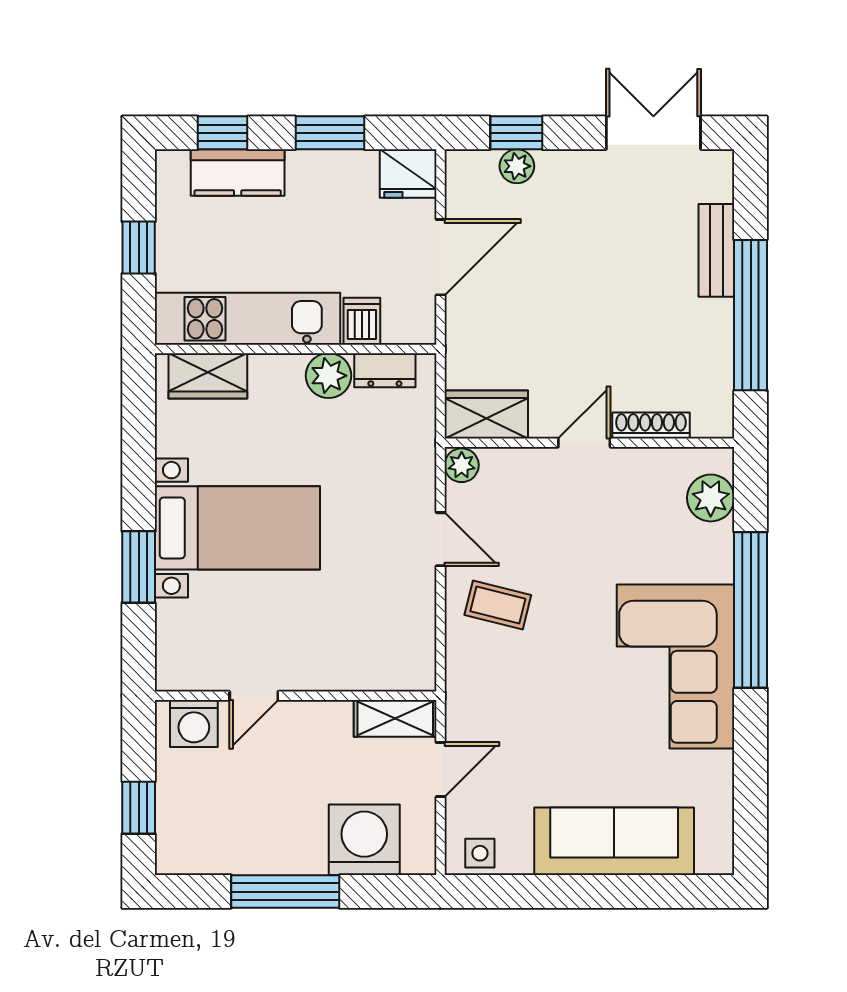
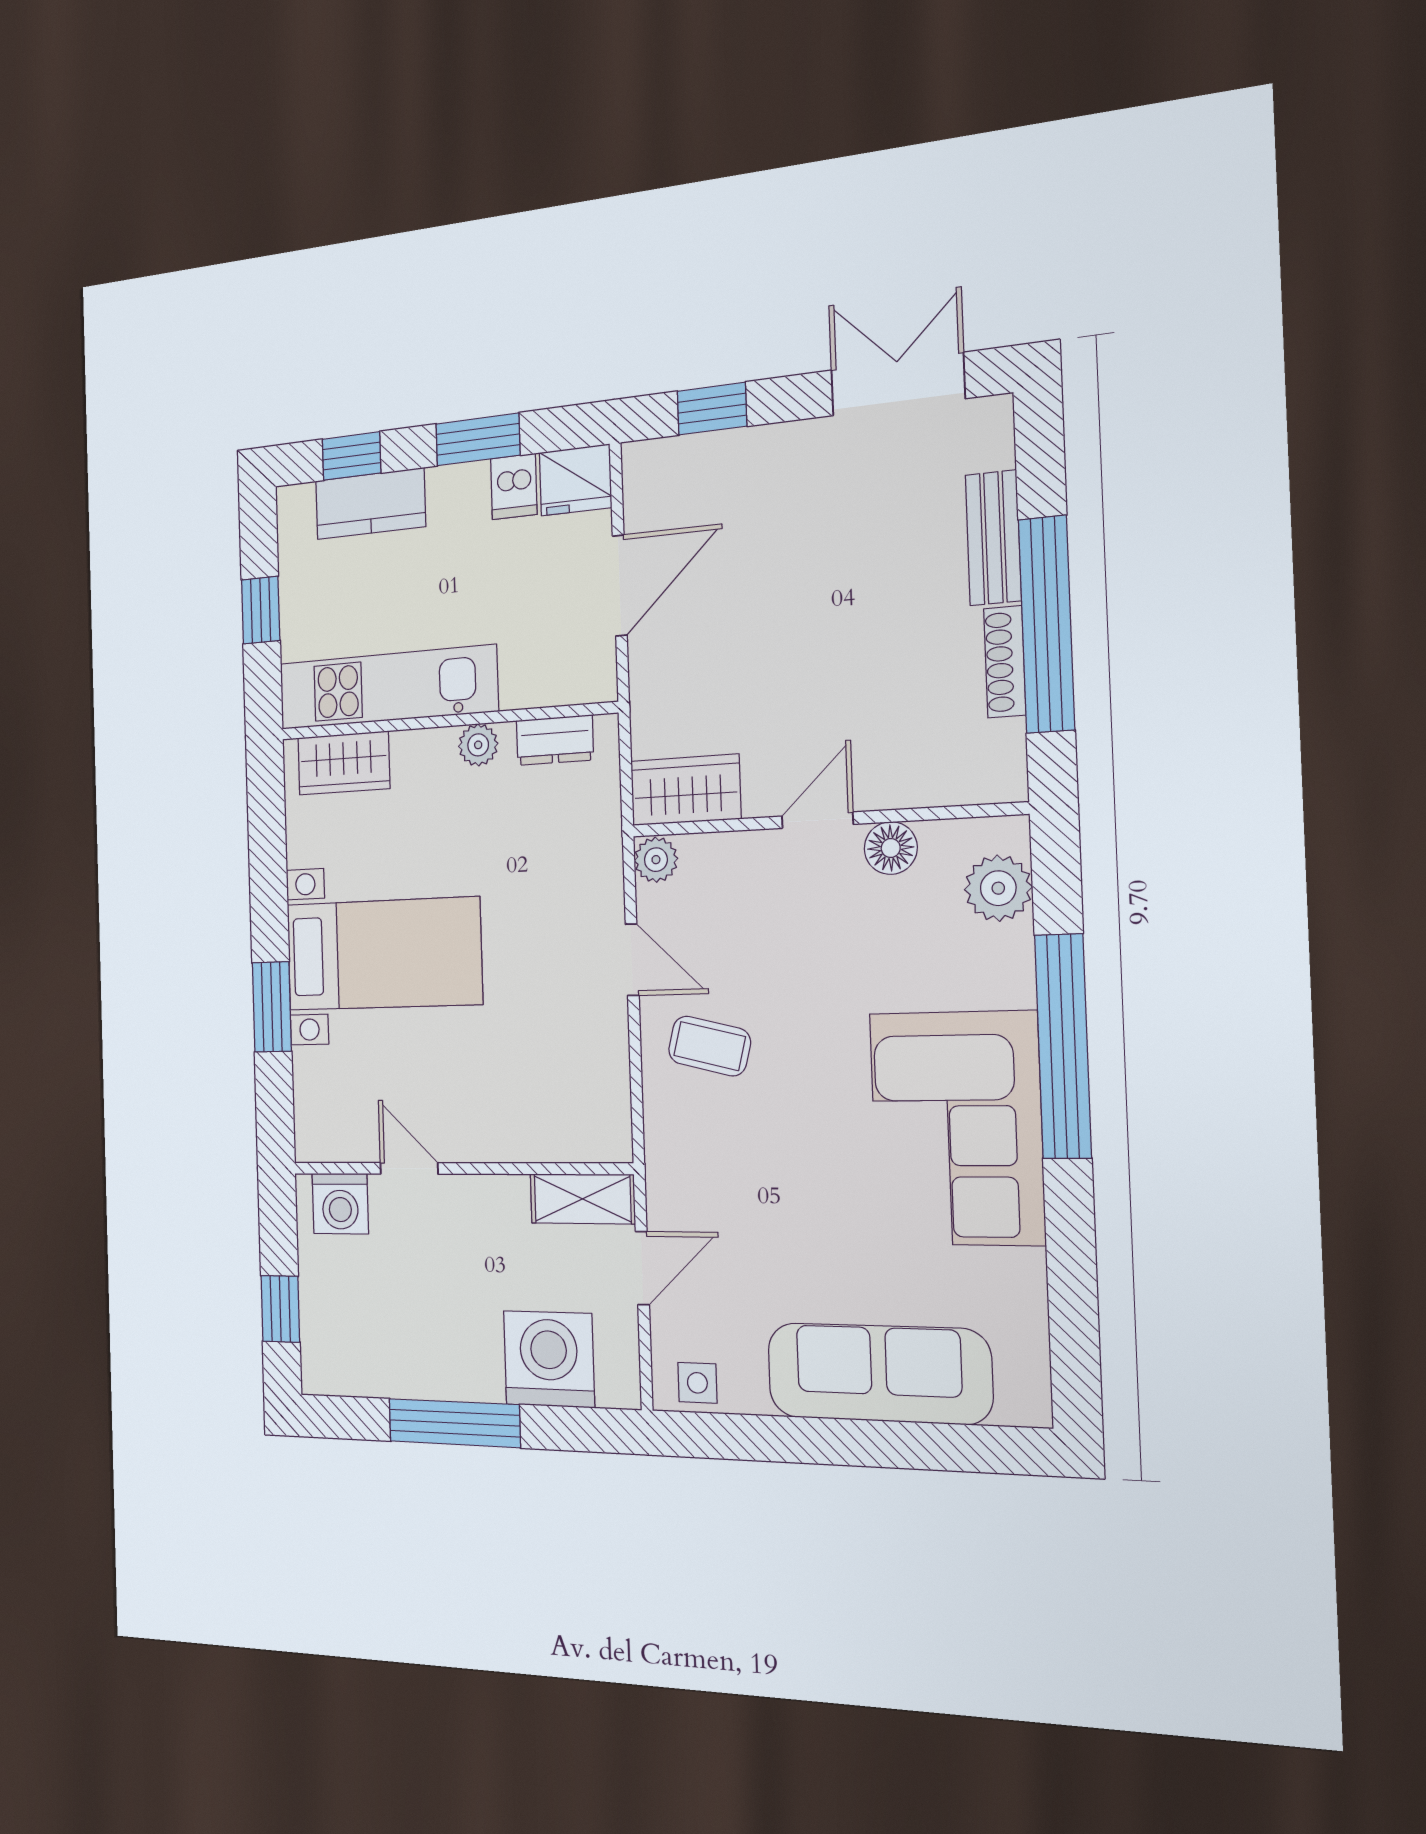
plant: (517, 166) -> (714, 453), removed
dishwasher: (362, 321) -> (514, 486), moved, turned 180
plant: (329, 376) -> (478, 745), width x0.73, depth x0.73
shoe rack: (651, 426) -> (1005, 662), moved, turned -90
floor lamp: (636, 466) -> (891, 848), added
door: (254, 696) -> (409, 1168), swing flipped

